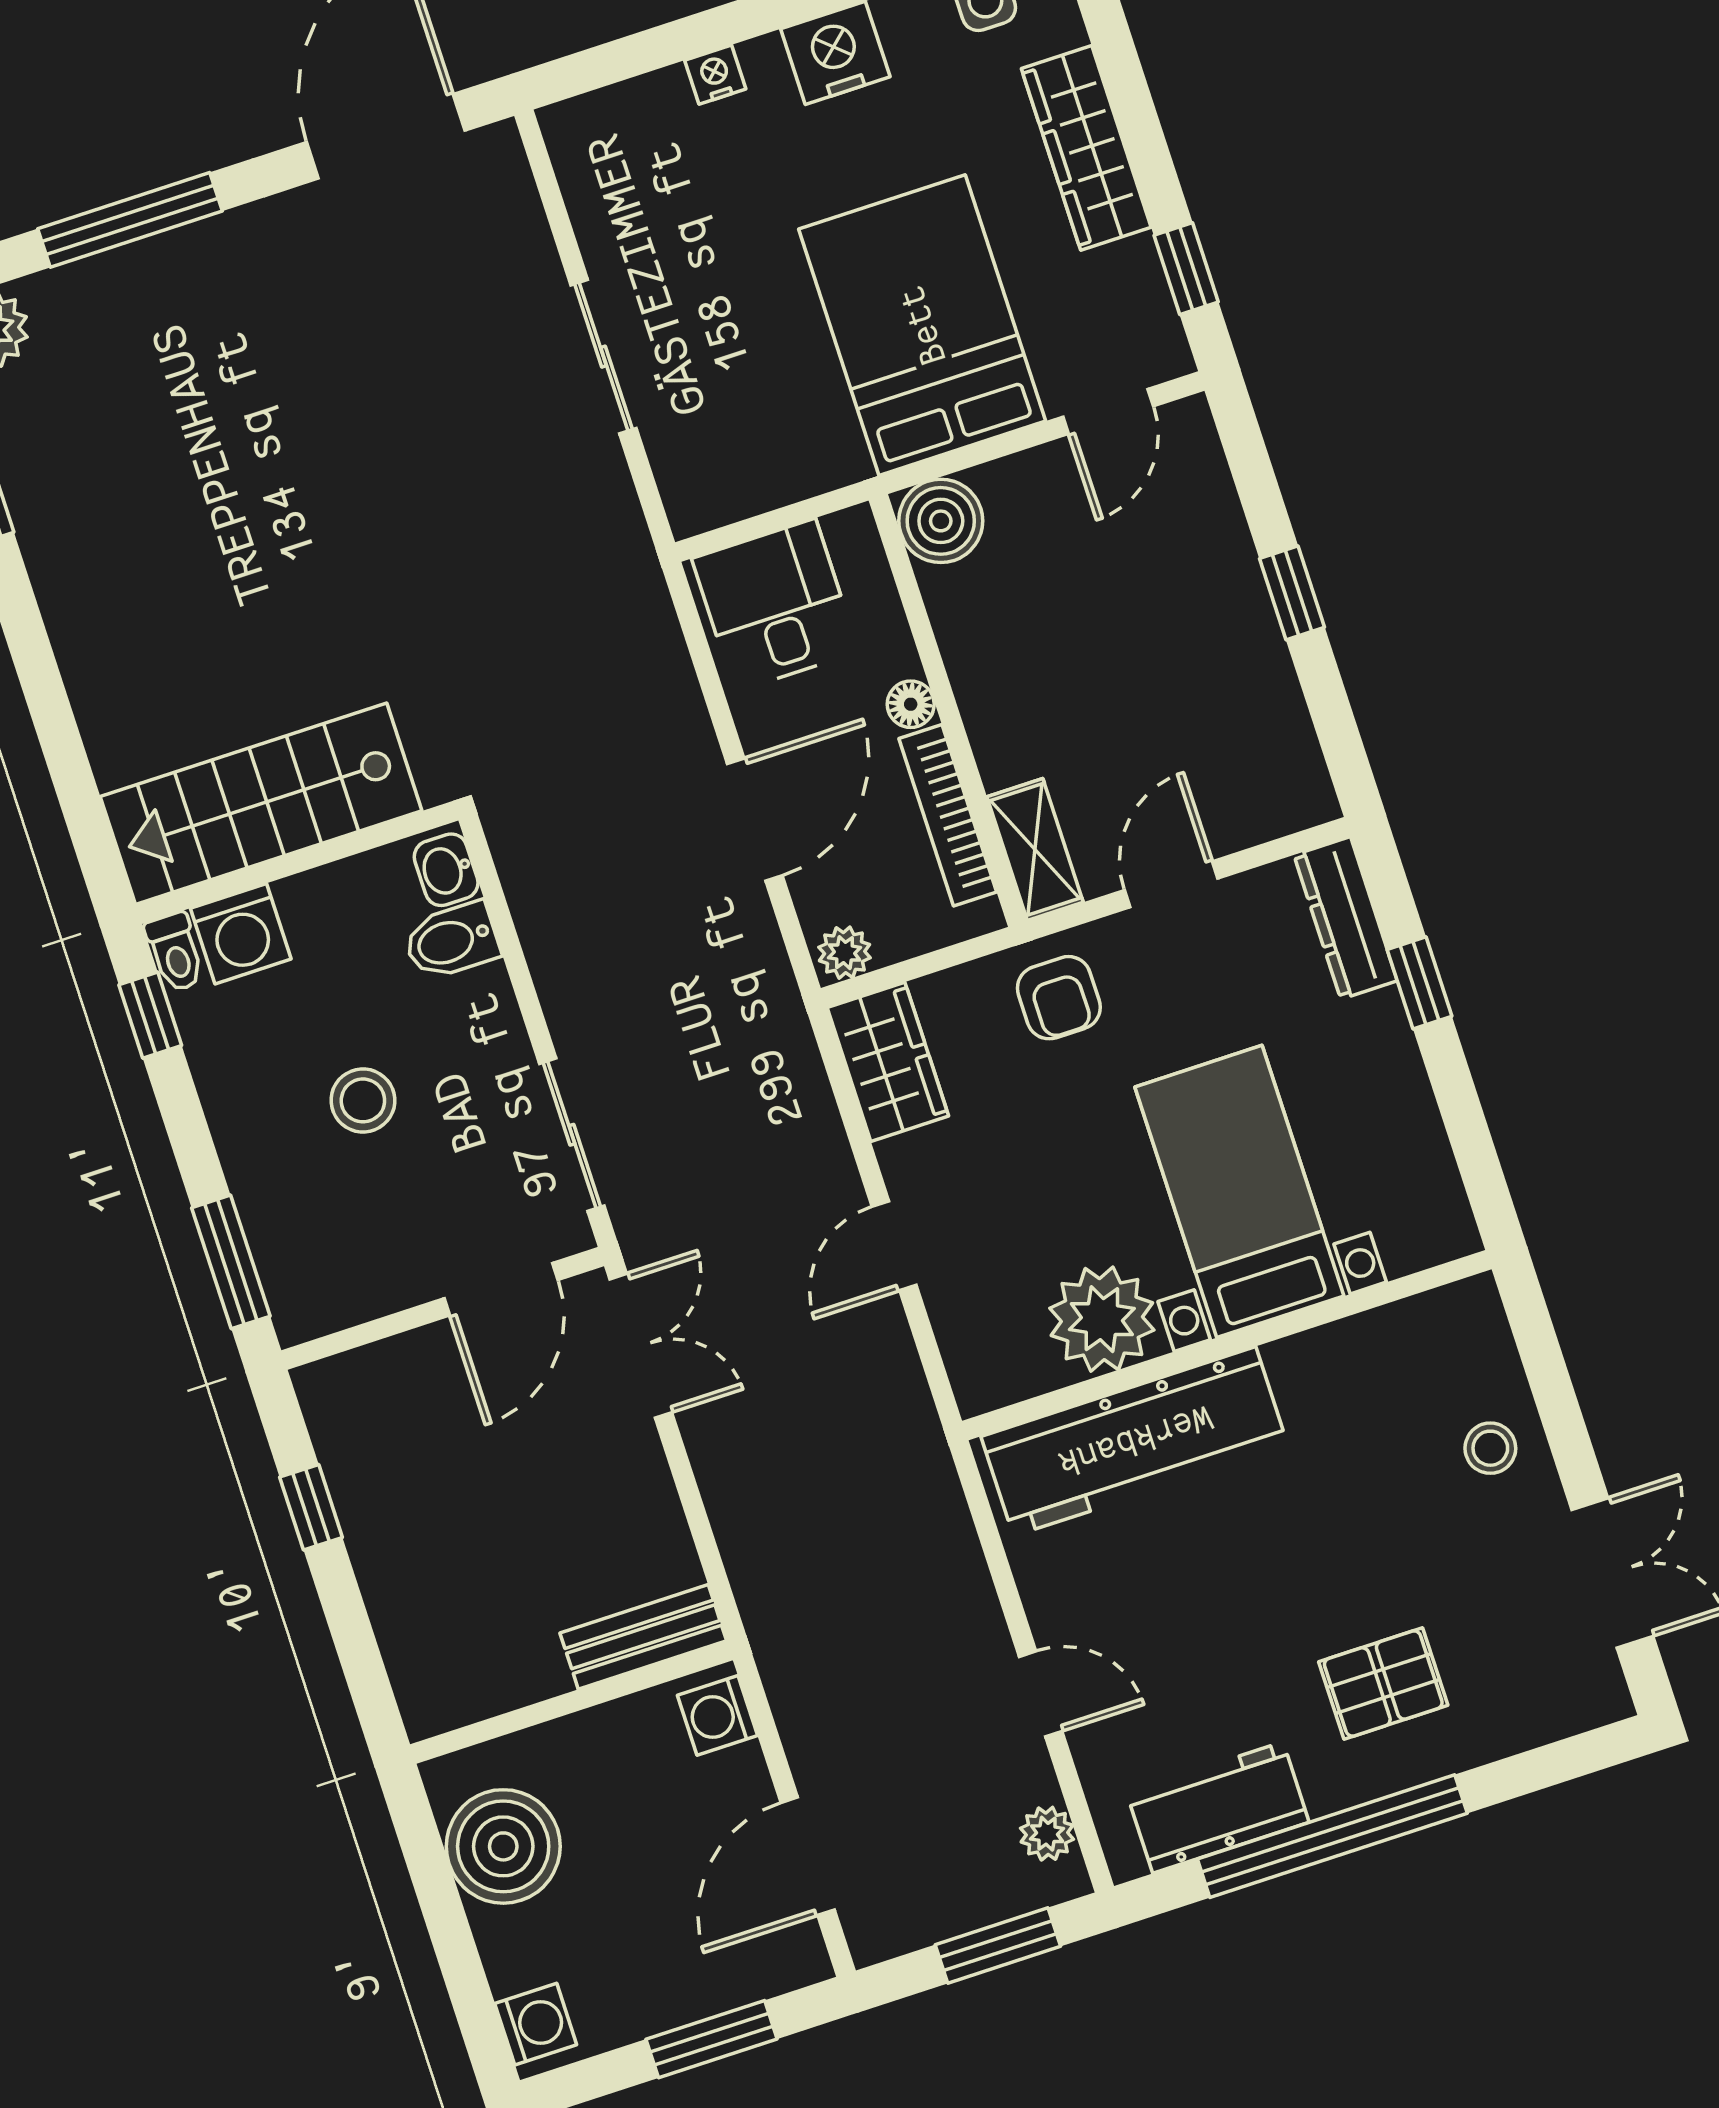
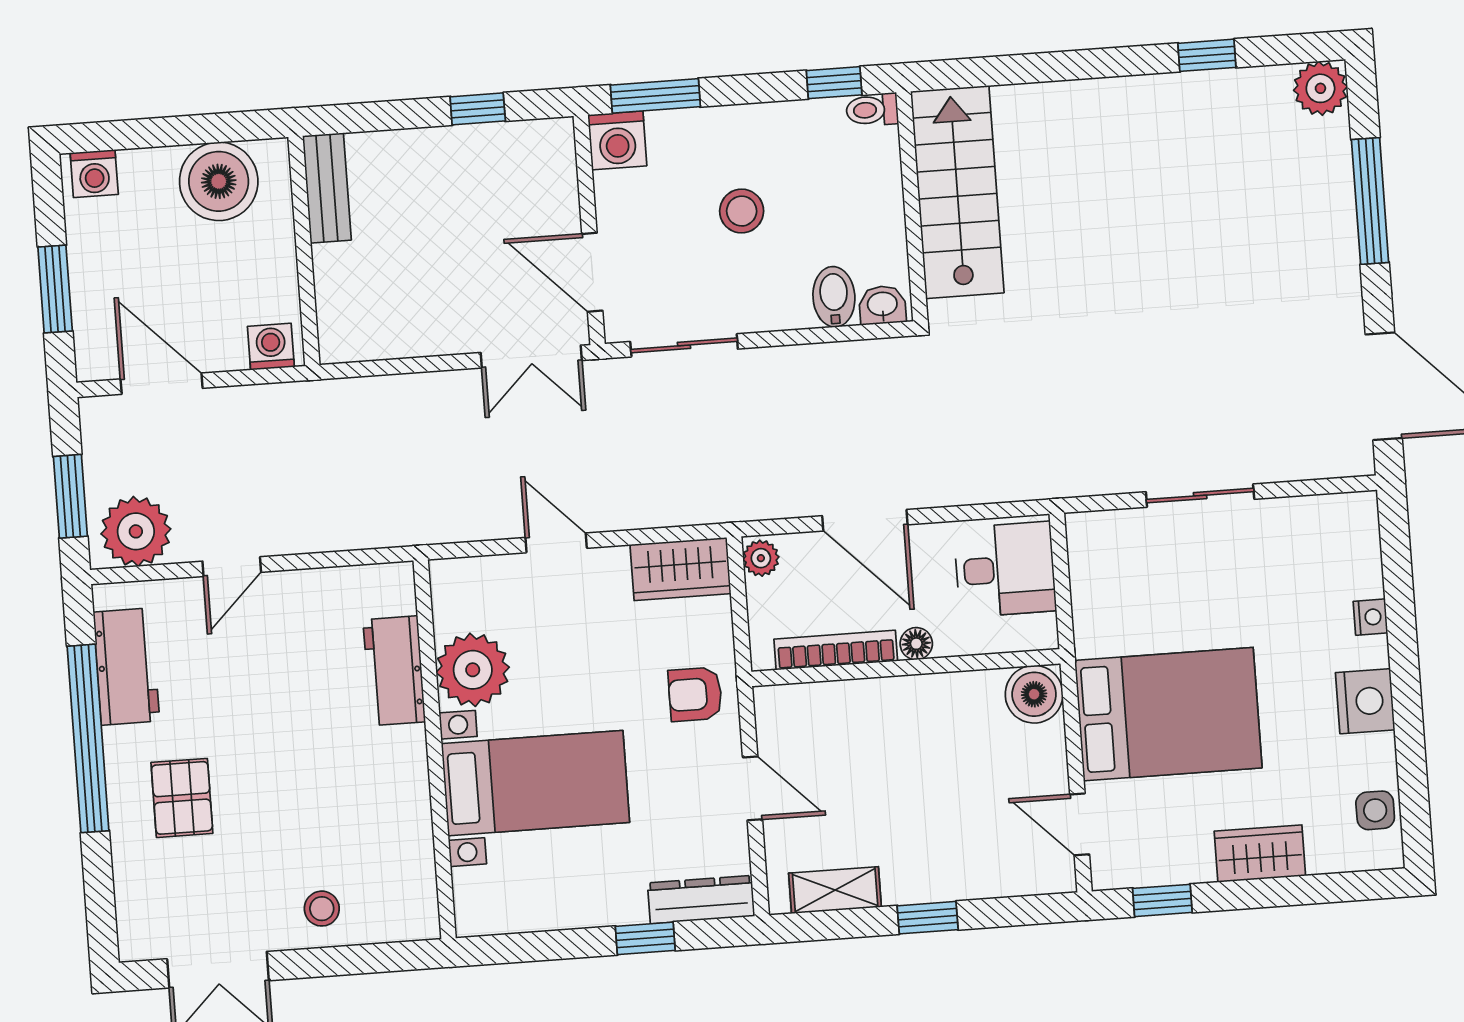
wardrobe: (1086, 148) -> (1260, 854), width x0.67
shelving: (1035, 849) -> (835, 890), moved
washing machine: (241, 934) -> (617, 140), moved, turned -90
workbench: (1135, 1441) -> (394, 671), width x0.53, depth x0.76
bench: (643, 1637) -> (327, 188), moved
plant: (1047, 1834) -> (136, 531), width x1.87, depth x1.87

